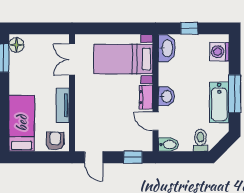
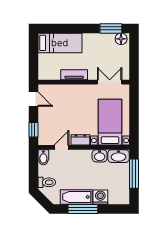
window: (189, 28) -> (134, 174), width x2.17
washing machine: (219, 52) -> (100, 197), moved
washbasin: (166, 96) -> (100, 156), moved
armchair: (55, 141) -> (46, 69), removed
door: (94, 157) -> (33, 99), swing flipped

